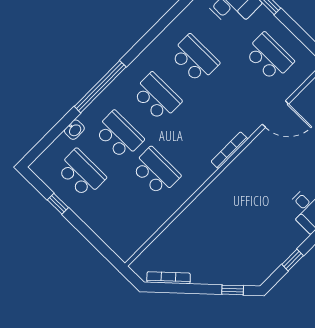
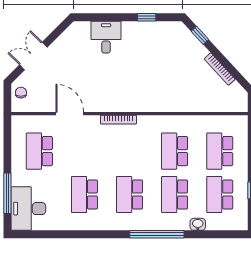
school desk: (118, 210) -> (220, 151), added
bookcase: (169, 278) -> (220, 69), moved

